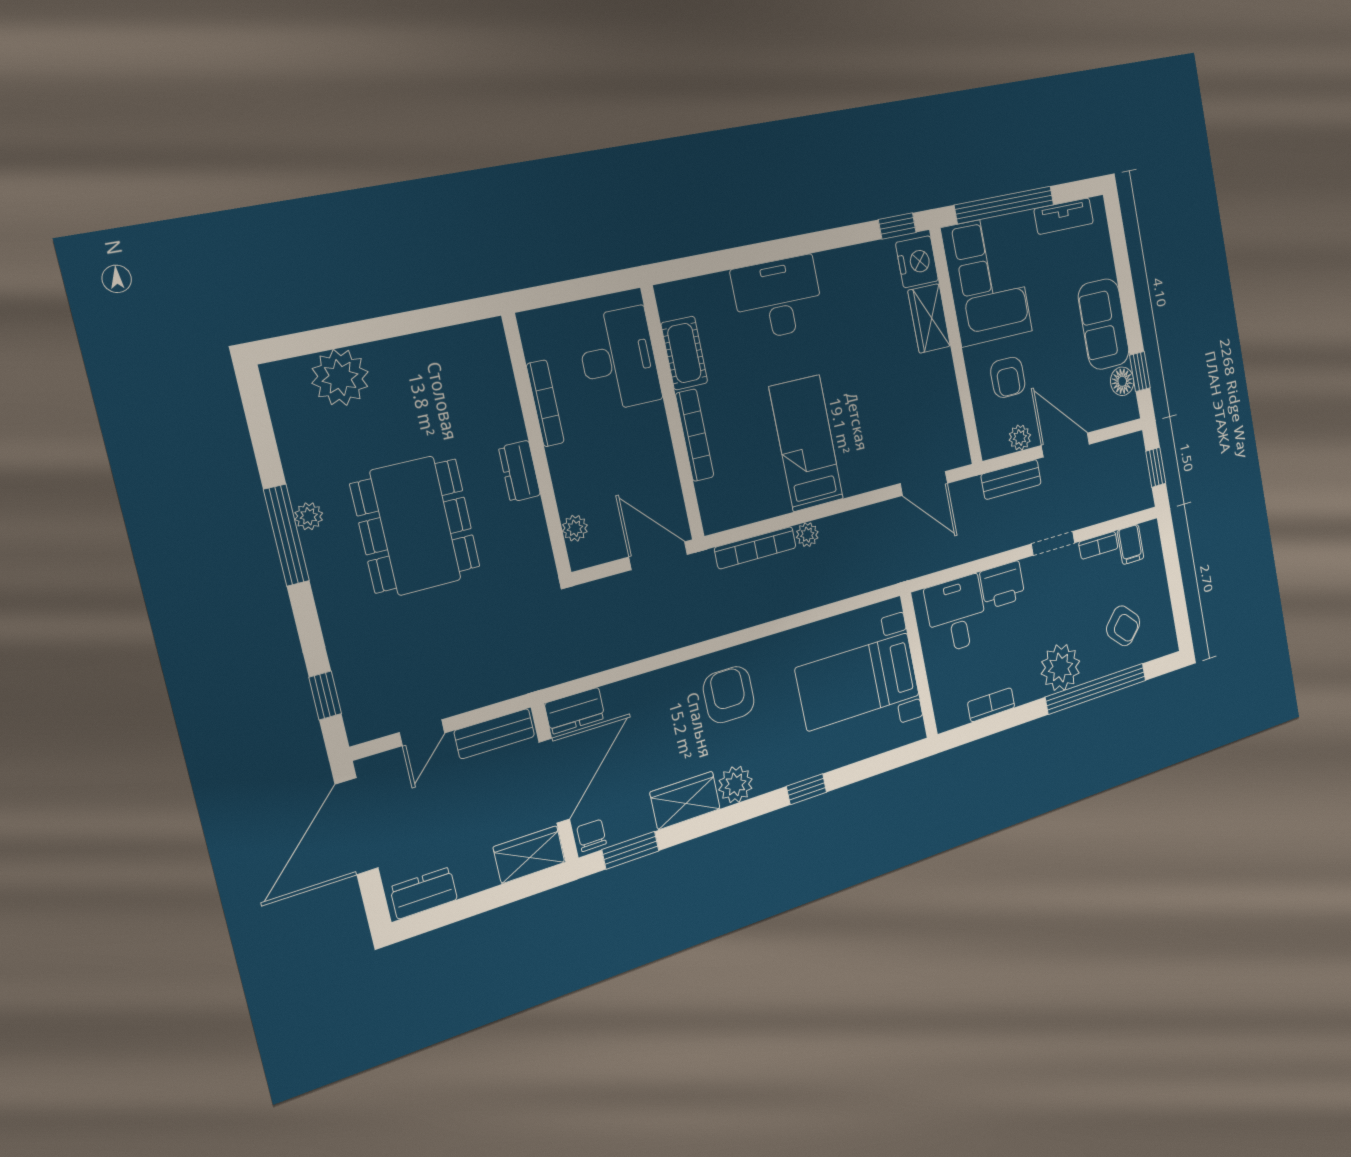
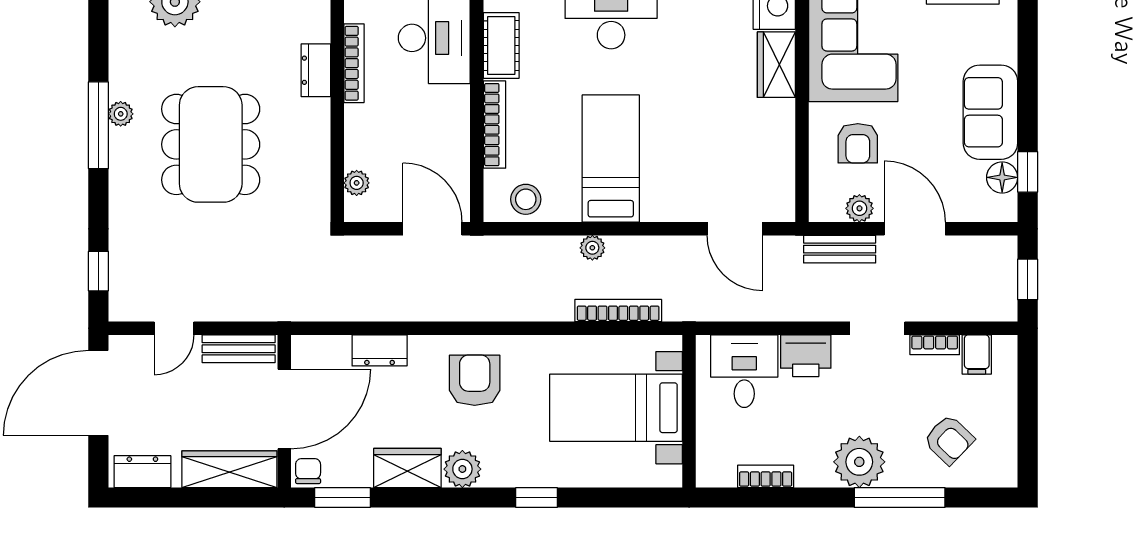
dresser: (519, 471) -> (316, 70), moved
stool: (739, 503) -> (526, 199), added
bookcase: (755, 548) -> (618, 311), moved, turned 180
window: (1096, 689) -> (900, 498), width x0.68
dresser: (575, 711) -> (380, 350), moved
wardrobe: (529, 855) -> (229, 469), width x1.50

